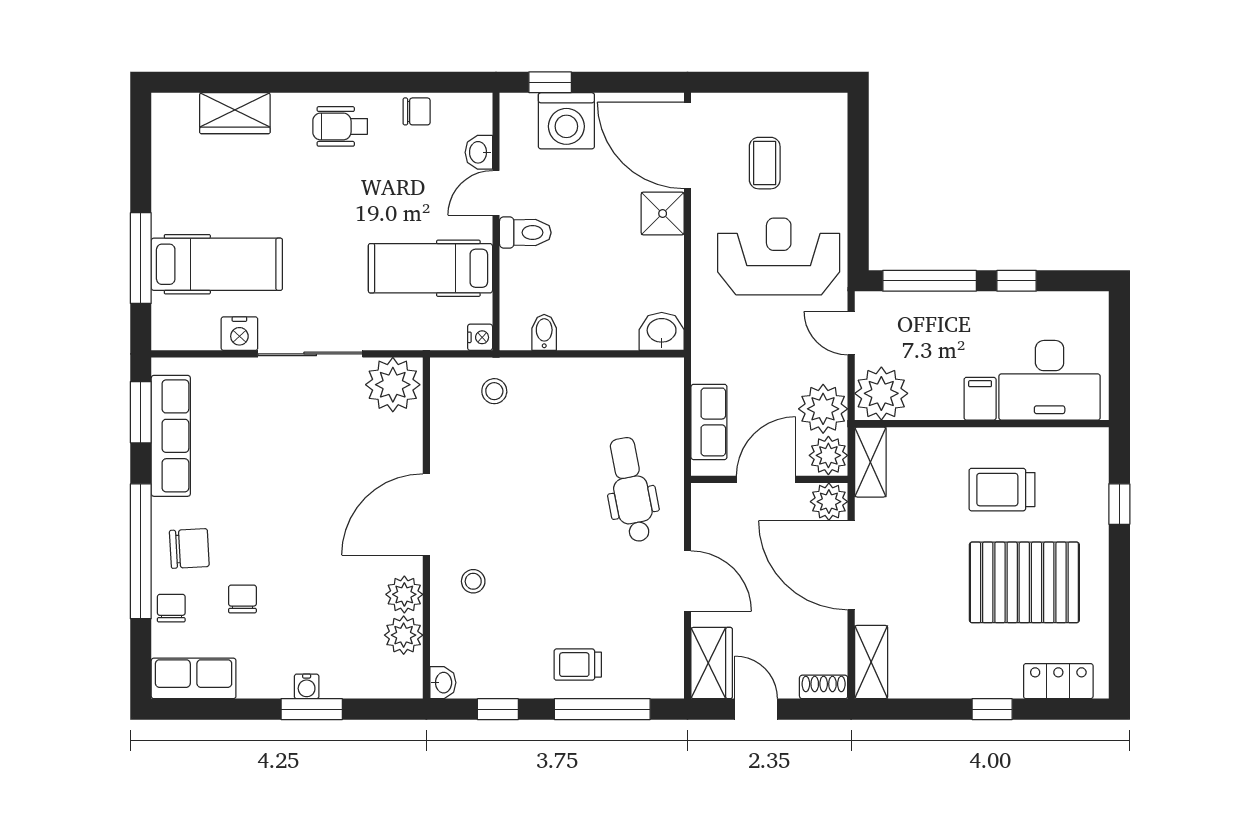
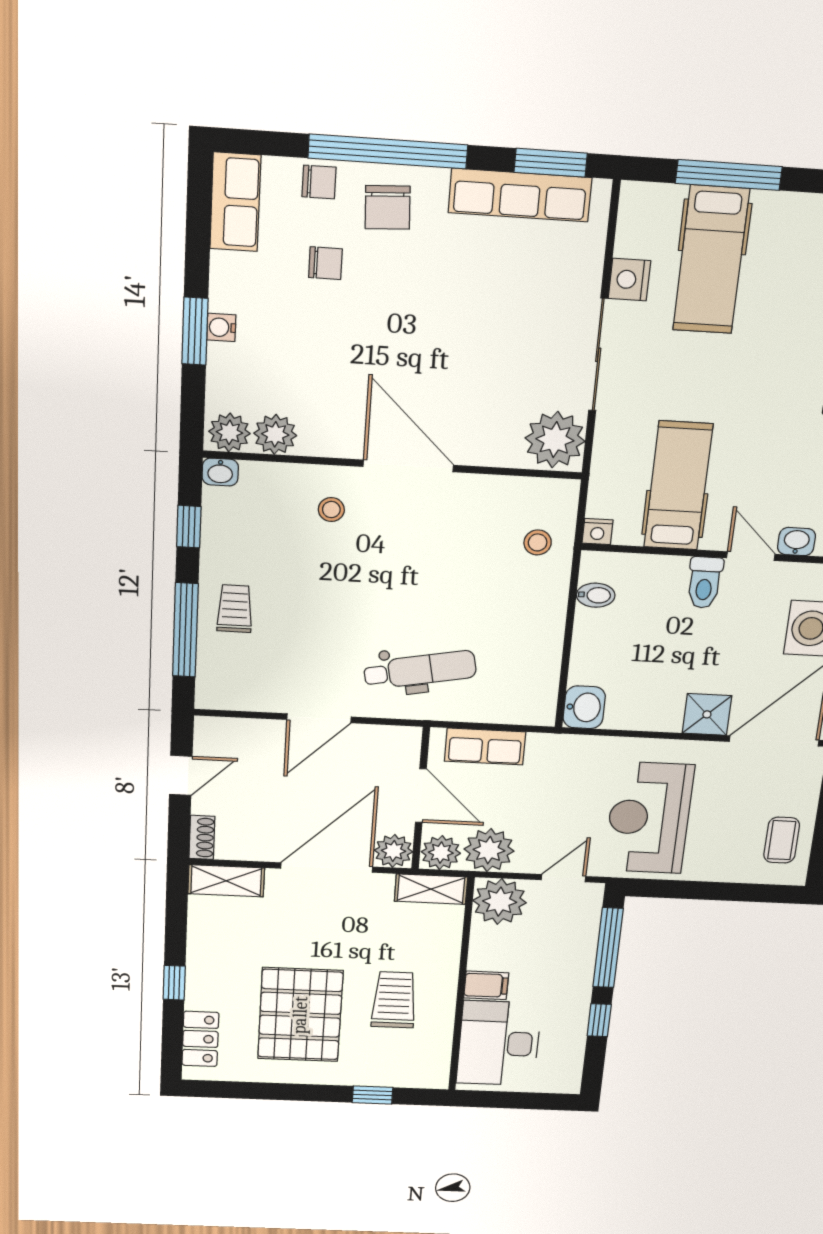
coffee table: (765, 163) -> (782, 840), moved, turned 90
reception desk: (779, 257) -> (649, 818), turned 180
plant: (404, 594) -> (229, 432), moved
wardrobe: (712, 663) -> (231, 737), removed

